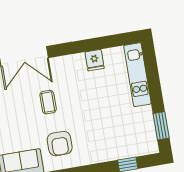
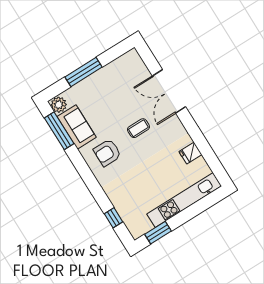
kitchen unit: (137, 75) -> (184, 200), width x1.36

